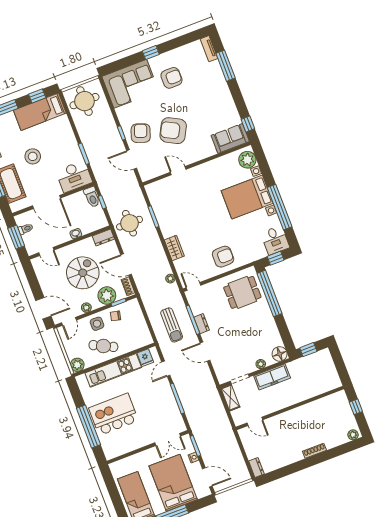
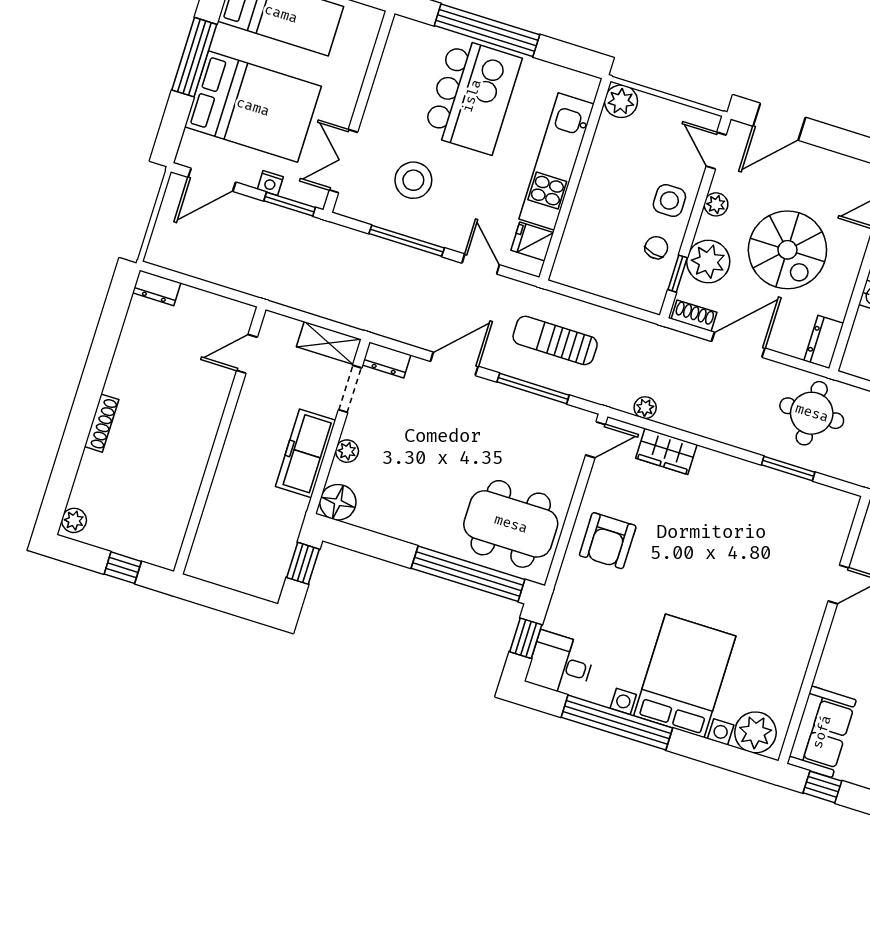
wardrobe: (174, 248) -> (666, 451), moved
dining table: (242, 292) -> (511, 524), width x1.37
dresser: (202, 324) -> (387, 360), moved
cafe table: (103, 346) -> (617, 179), removed
stool: (156, 412) -> (413, 180), added

